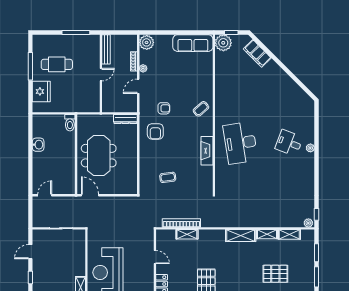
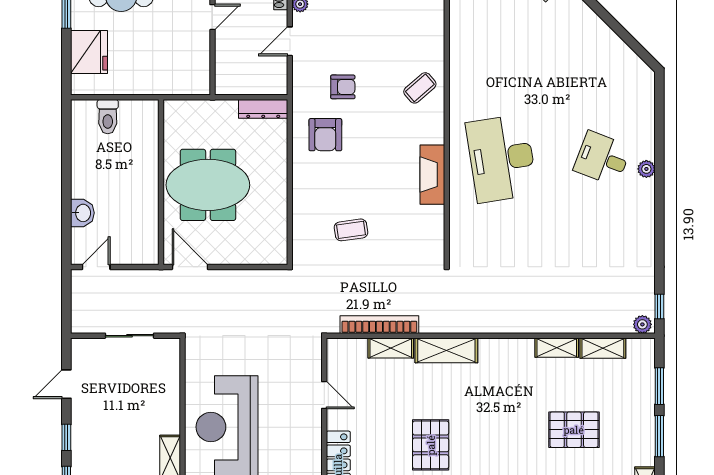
toilet: (70, 123) -> (108, 117), moved
washbasin: (38, 145) -> (82, 213), moved
meeting table: (99, 156) -> (208, 185), turned 90
shelving: (241, 235) -> (446, 350), moved

